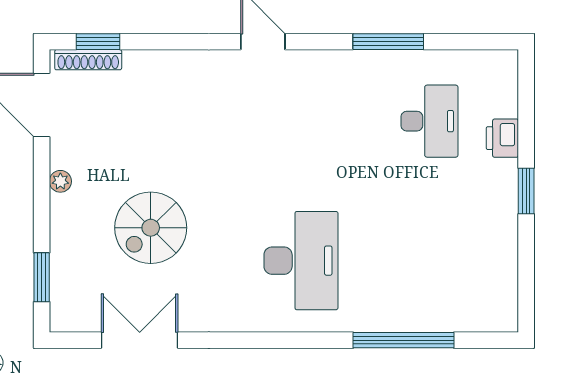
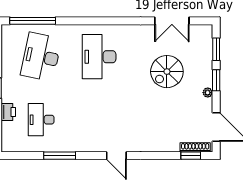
window: (42, 209) -> (216, 80), added
spiral stairs: (151, 228) -> (167, 72), turned 180
desk: (429, 261) -> (41, 57), added
window: (403, 340) -> (33, 21), moved

